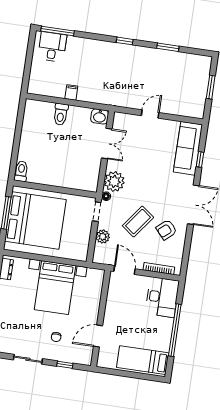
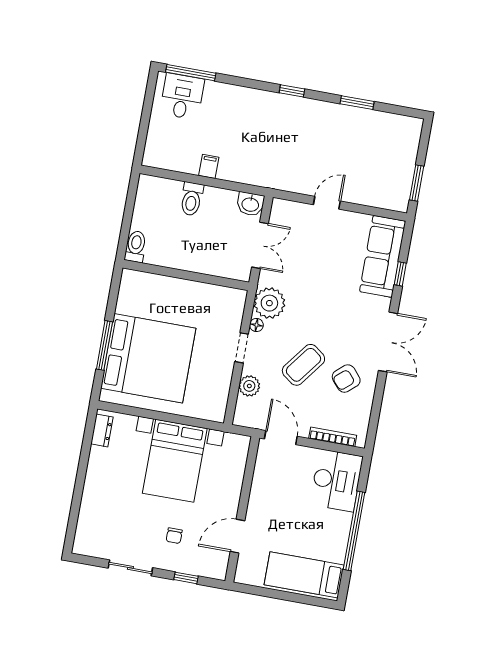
window: (211, 87) -> (417, 183), moved
toilet: (21, 171) -> (136, 247), moved
wall: (55, 189) -> (186, 275), moved

